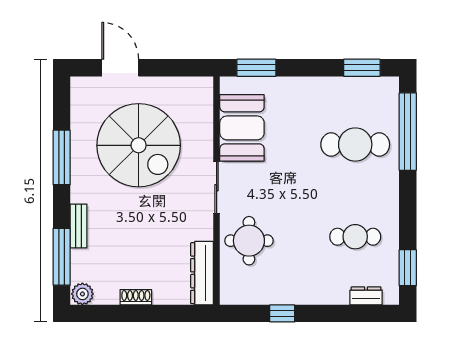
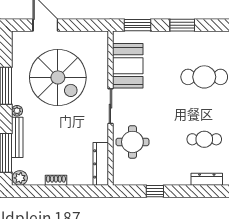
window: (362, 68) -> (182, 25), moved
plant: (78, 194) -> (17, 111), added
bench: (79, 226) -> (17, 137), width x1.36
dresser: (366, 296) -> (207, 179), width x1.44

